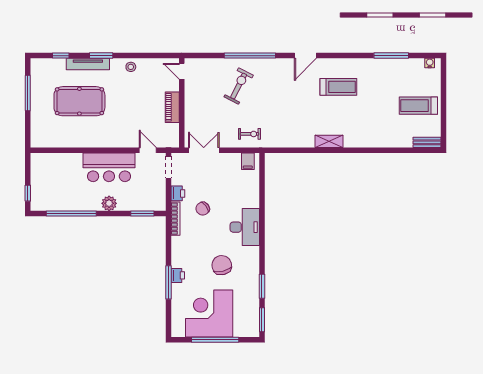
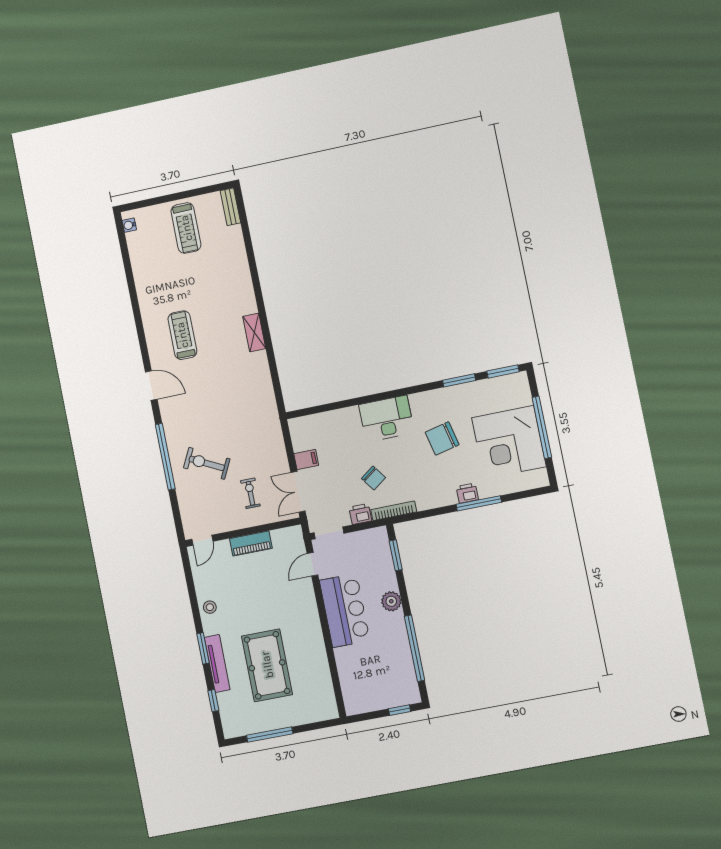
window: (391, 56) -> (130, 276), removed
exercise bike: (249, 134) -> (250, 493), moved
filing cabinet: (248, 161) -> (306, 459), moved

